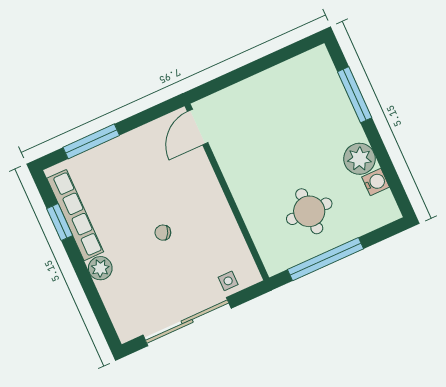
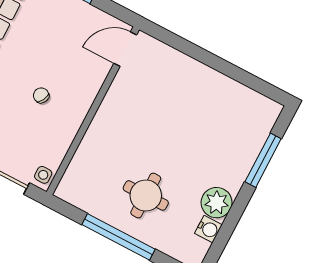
door: (198, 127) -> (125, 49), moved
wall: (227, 192) -> (93, 111), moved

